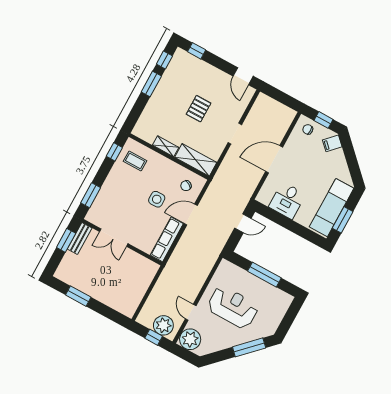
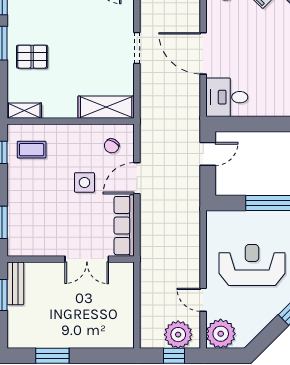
pallet: (199, 109) -> (32, 57), moved, turned 90
shelving: (166, 146) -> (24, 111), moved
door: (274, 159) -> (203, 53), hinge flipped
desk: (287, 200) -> (227, 97), moved, turned 90
double door: (114, 238) -> (87, 259), moved

